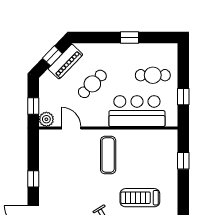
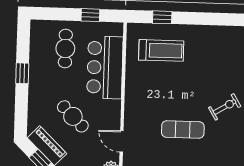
door: (71, 128) -> (122, 141), hinge flipped
exercise mat: (108, 155) -> (183, 130), moved
treadmill: (140, 198) -> (161, 50), moved, turned -90

